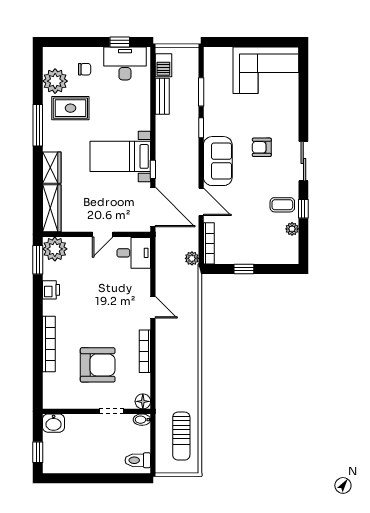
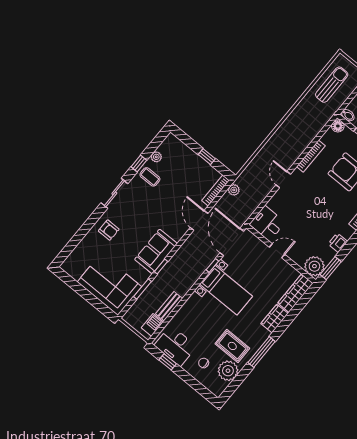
corner sofa: (266, 70) -> (109, 284), moved
armchair: (262, 147) -> (109, 230), moved
sofa: (218, 161) -> (156, 251), moved

